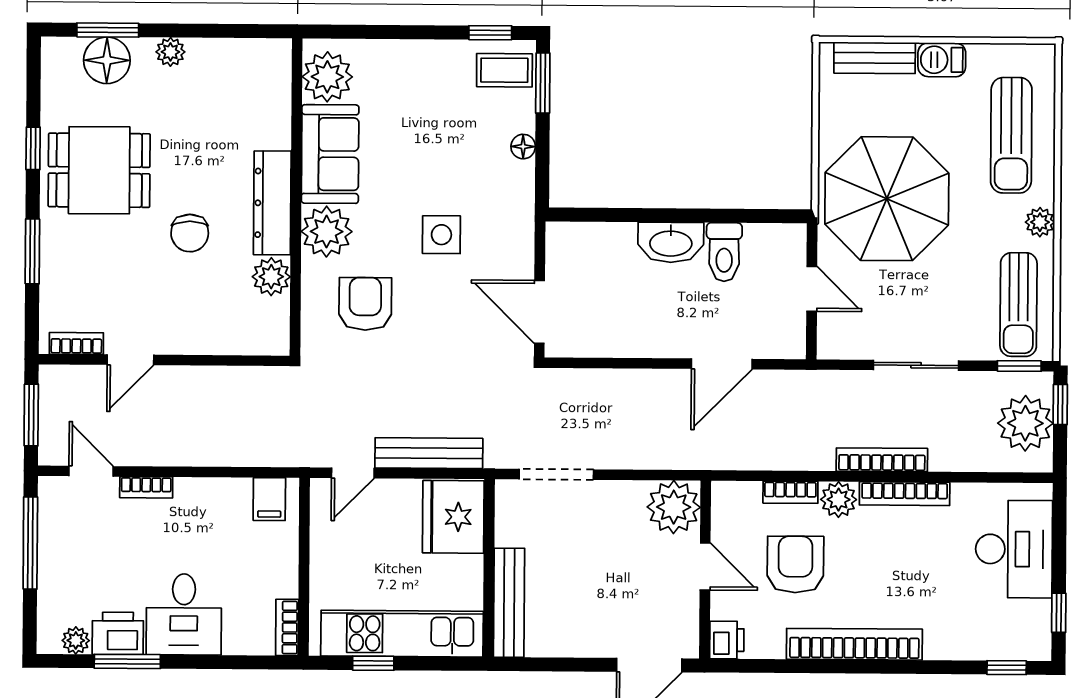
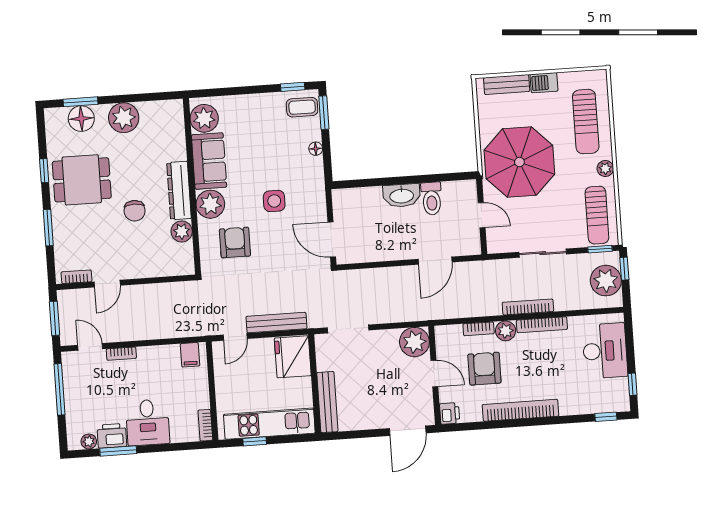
plant: (170, 52) -> (124, 118), width x1.88, depth x1.88

